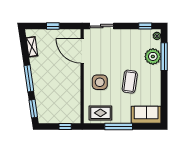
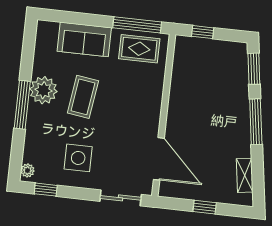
plant: (153, 56) -> (43, 90), moved
window: (164, 57) -> (22, 105), moved
side table: (100, 82) -> (78, 158), moved
sofa: (146, 115) -> (84, 39), moved
window: (119, 126) -> (137, 25), moved

